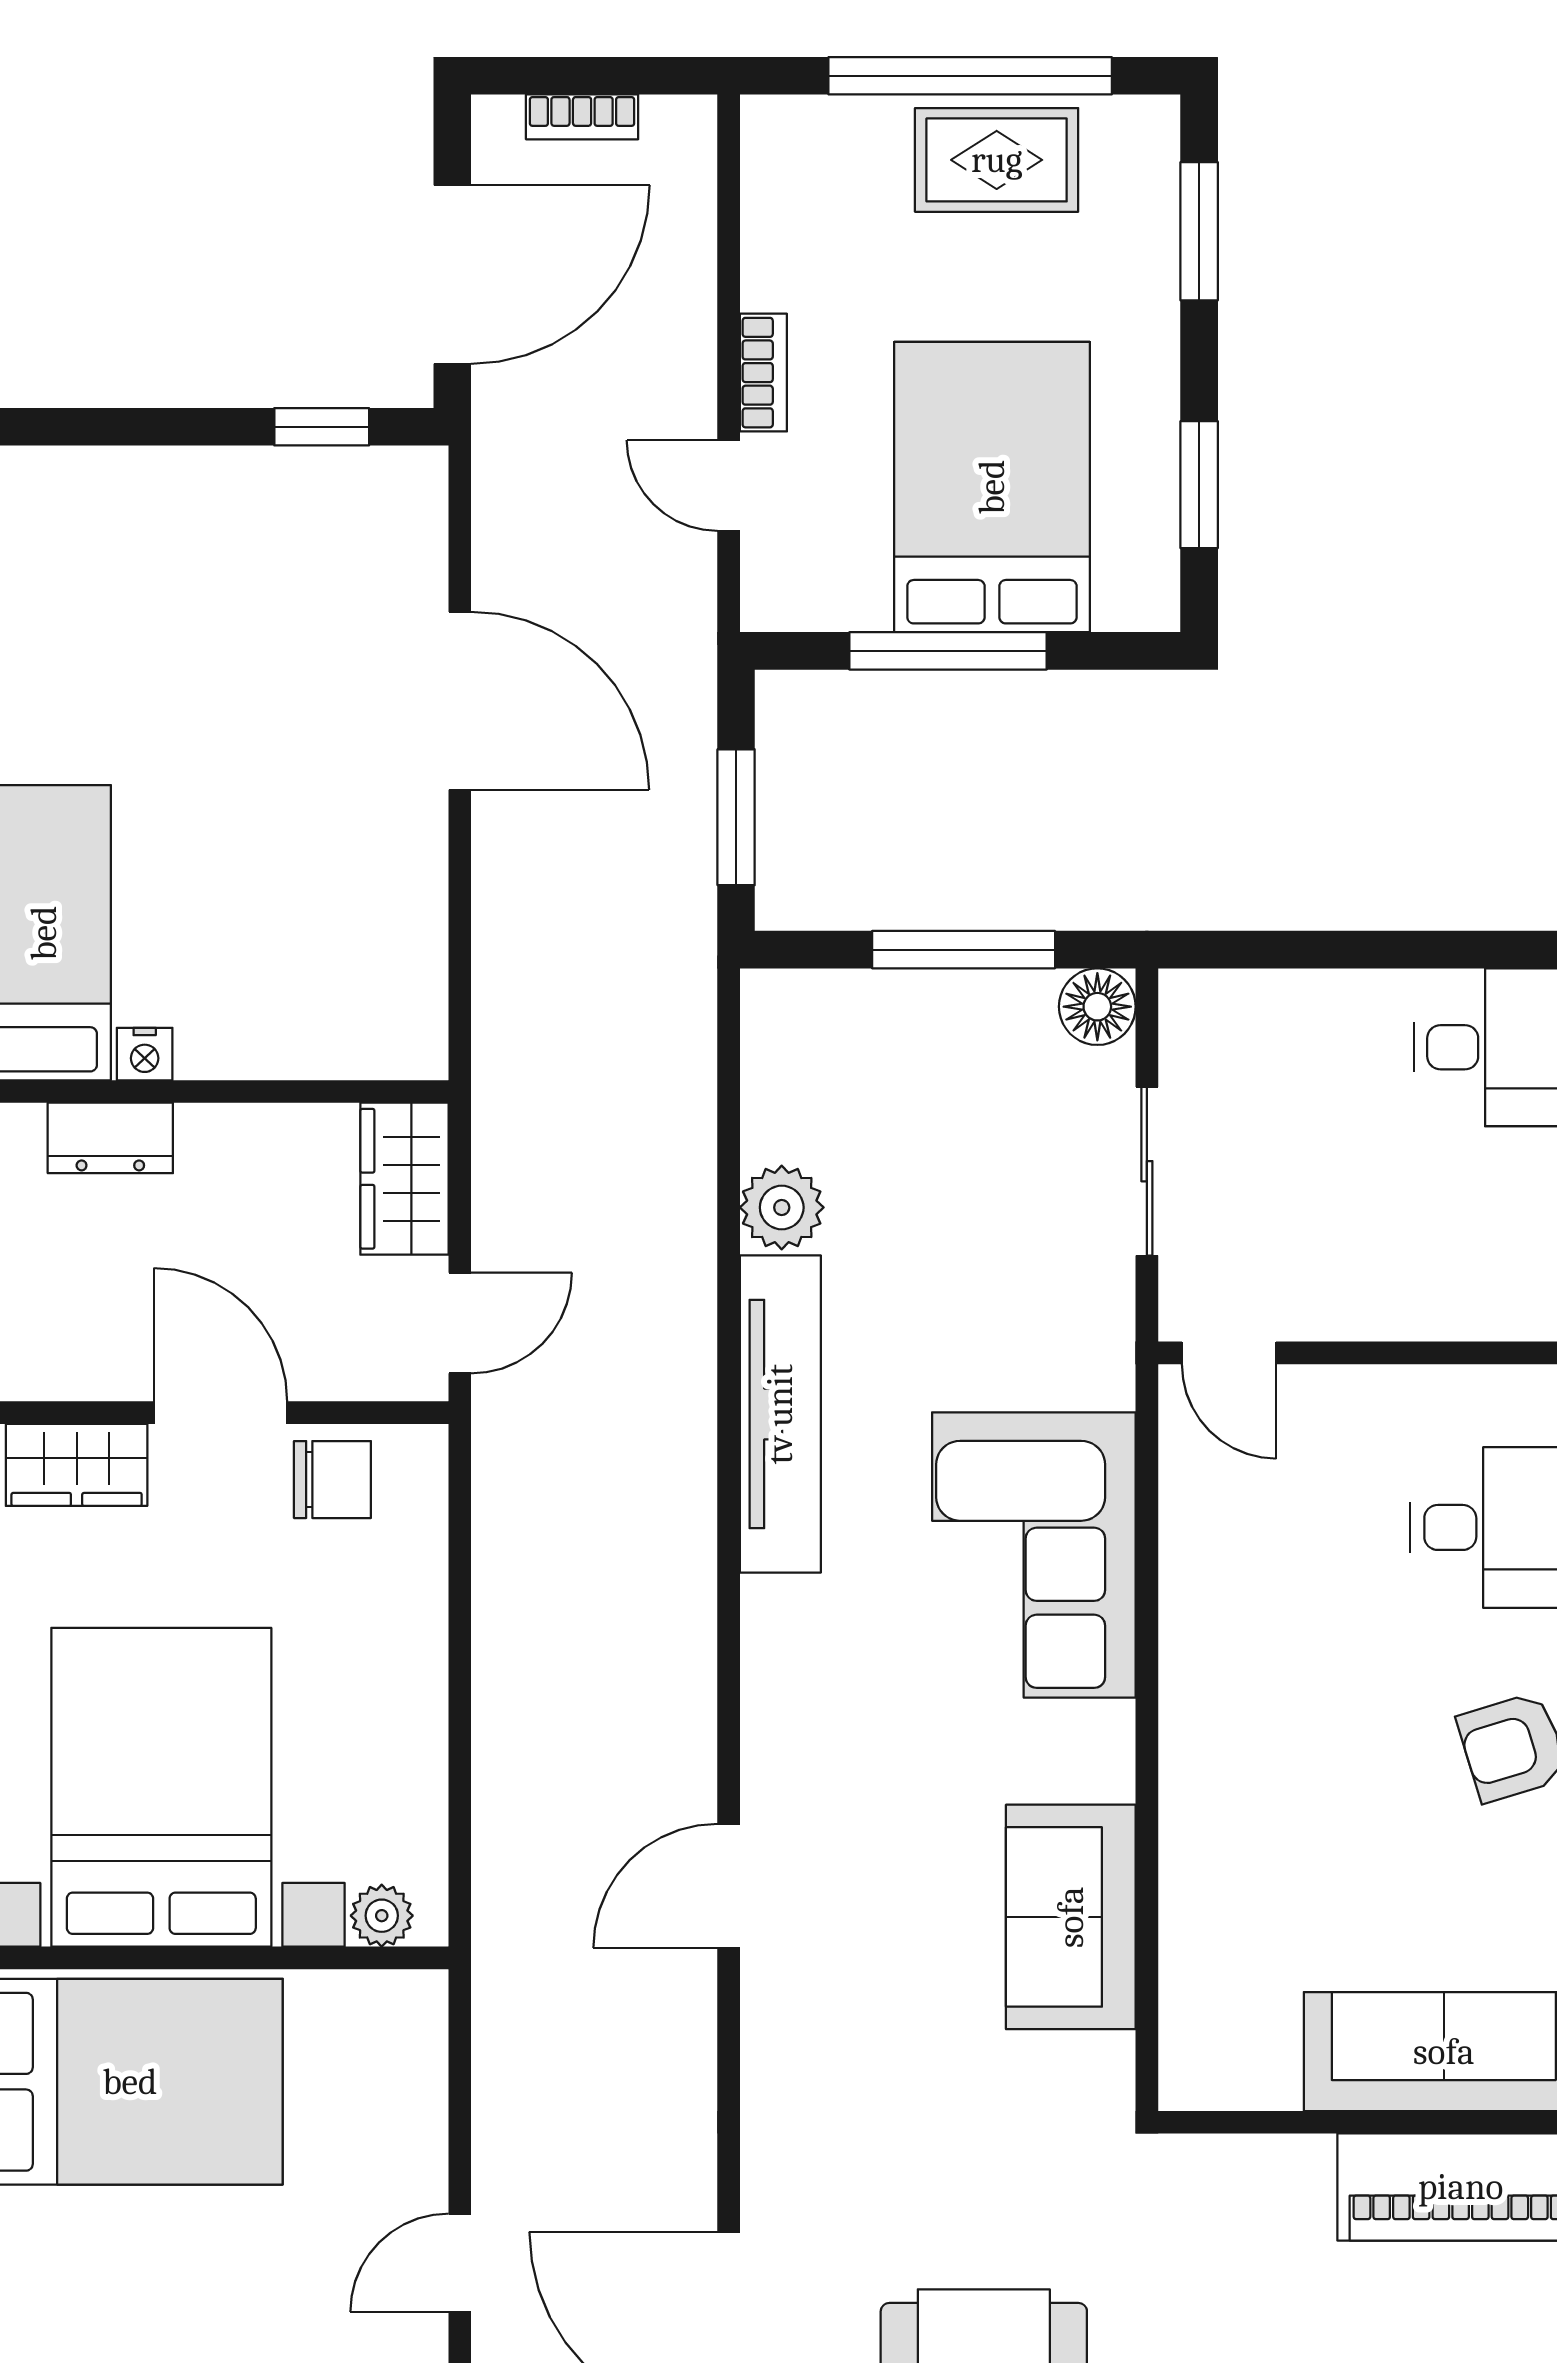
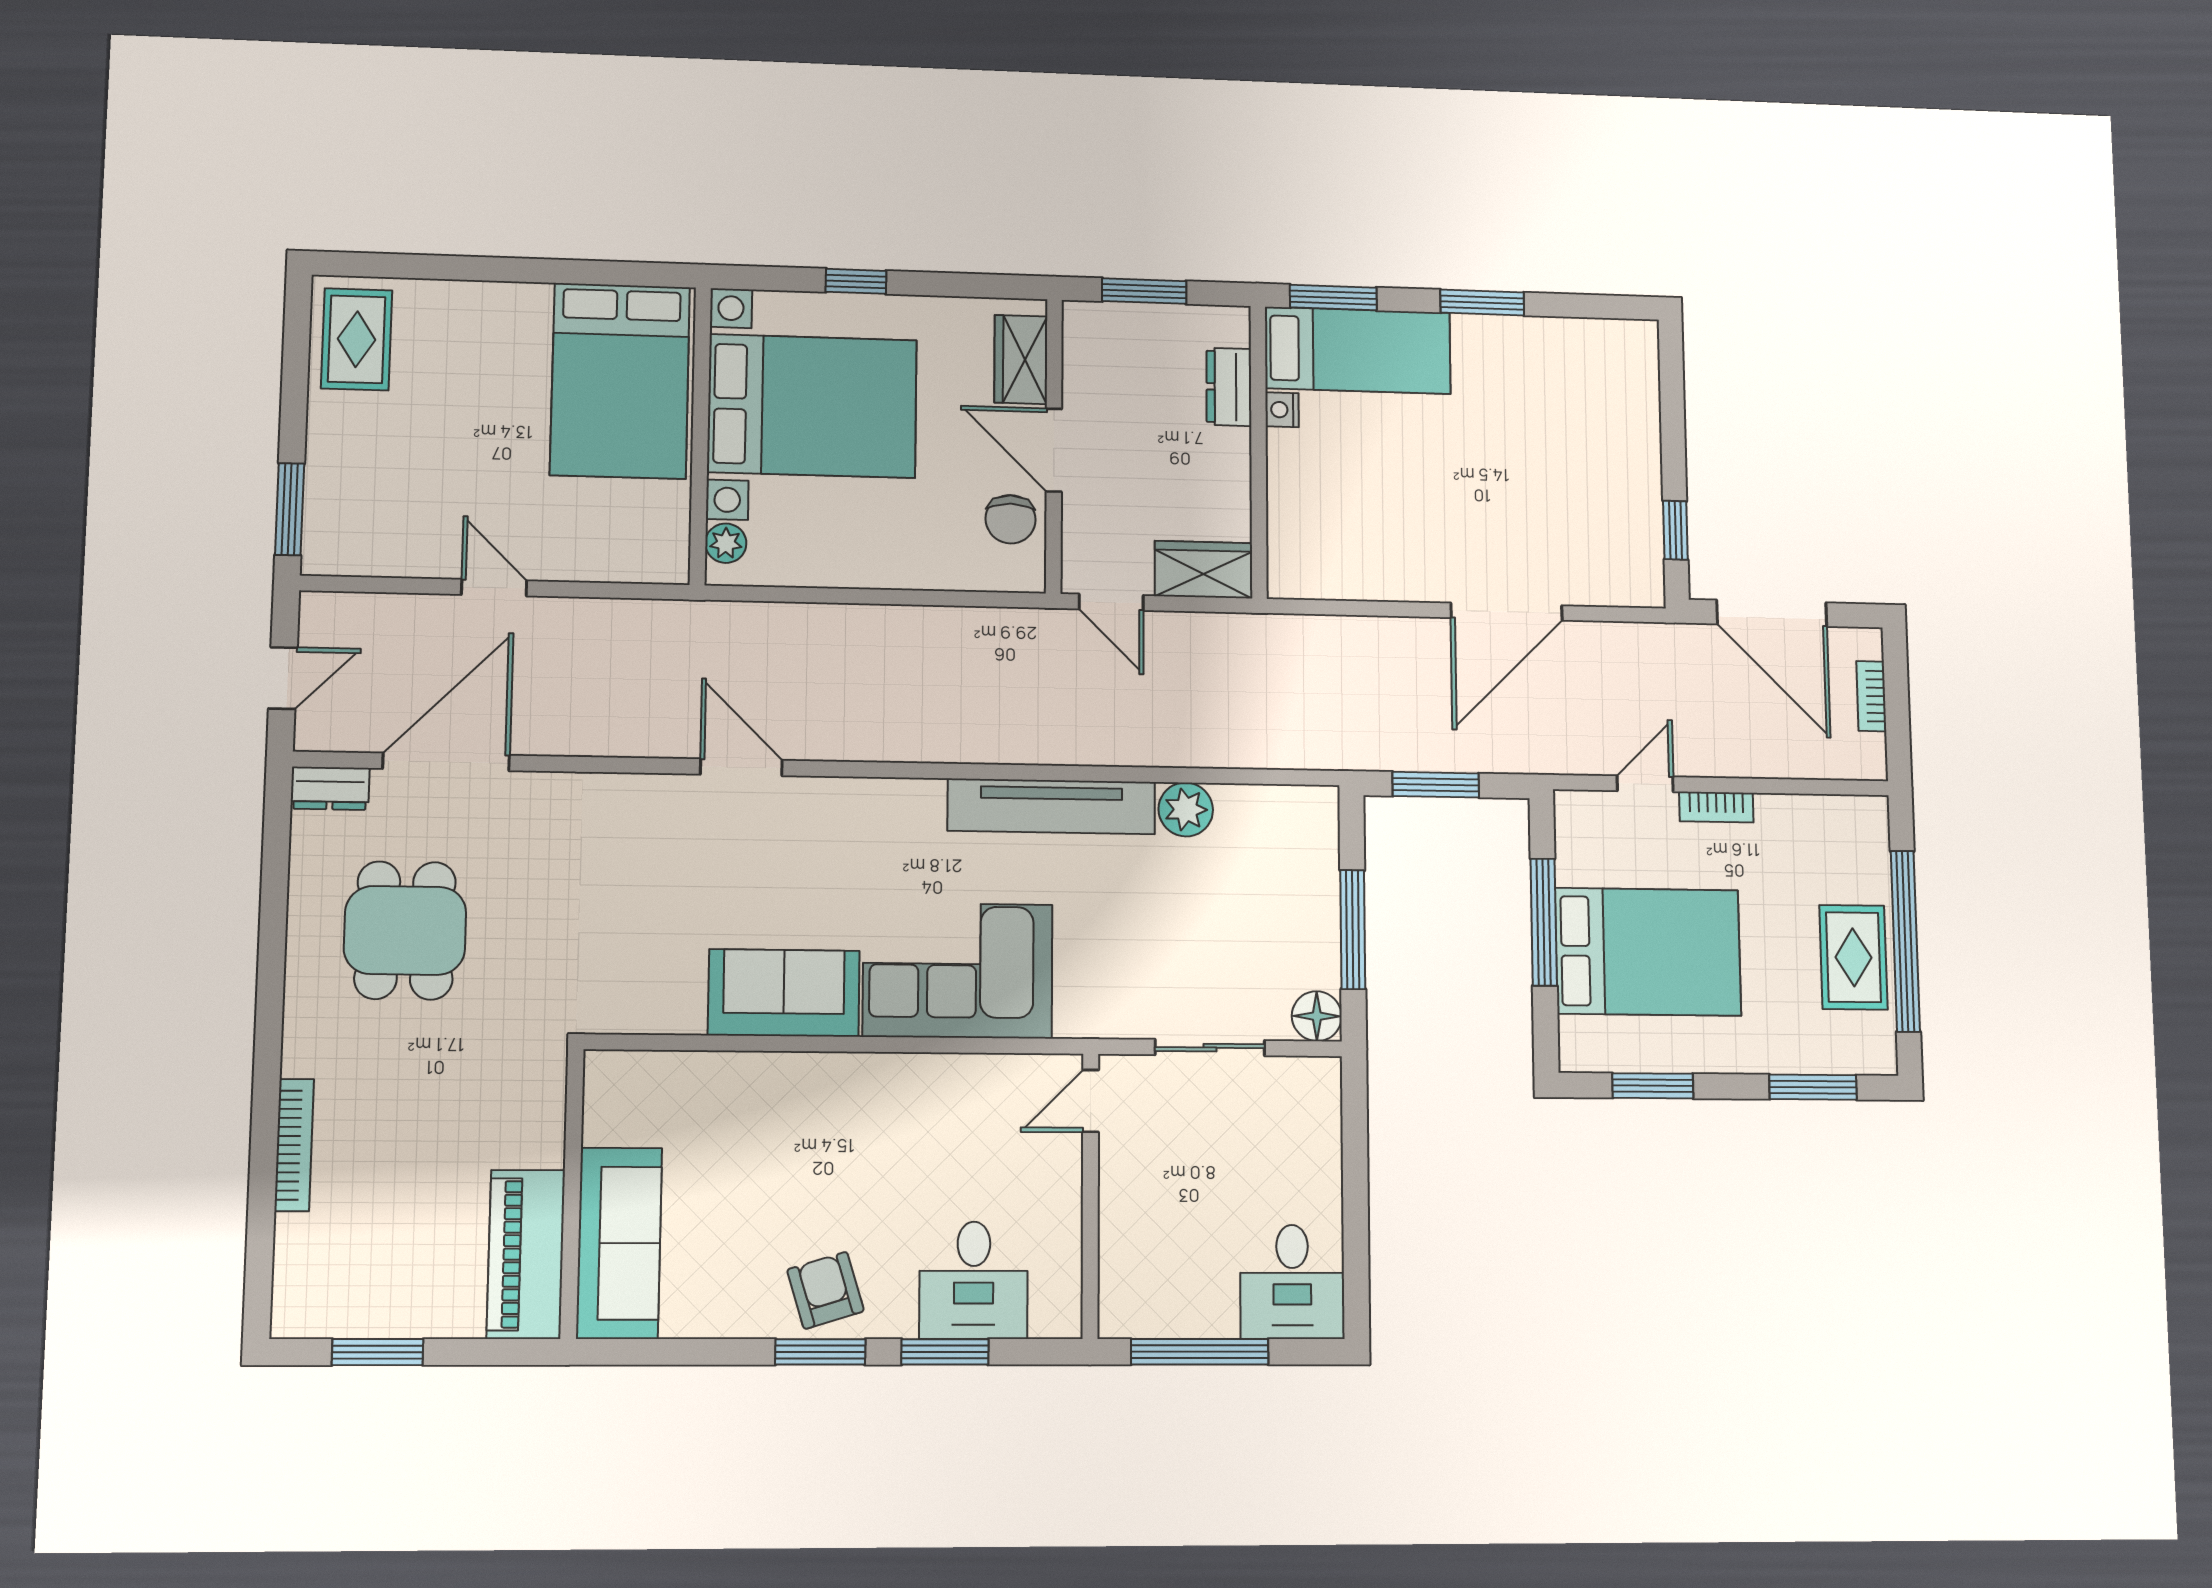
door: (220, 1413) -> (1054, 450), swing flipped
sofa: (1071, 1917) -> (784, 993), moved

